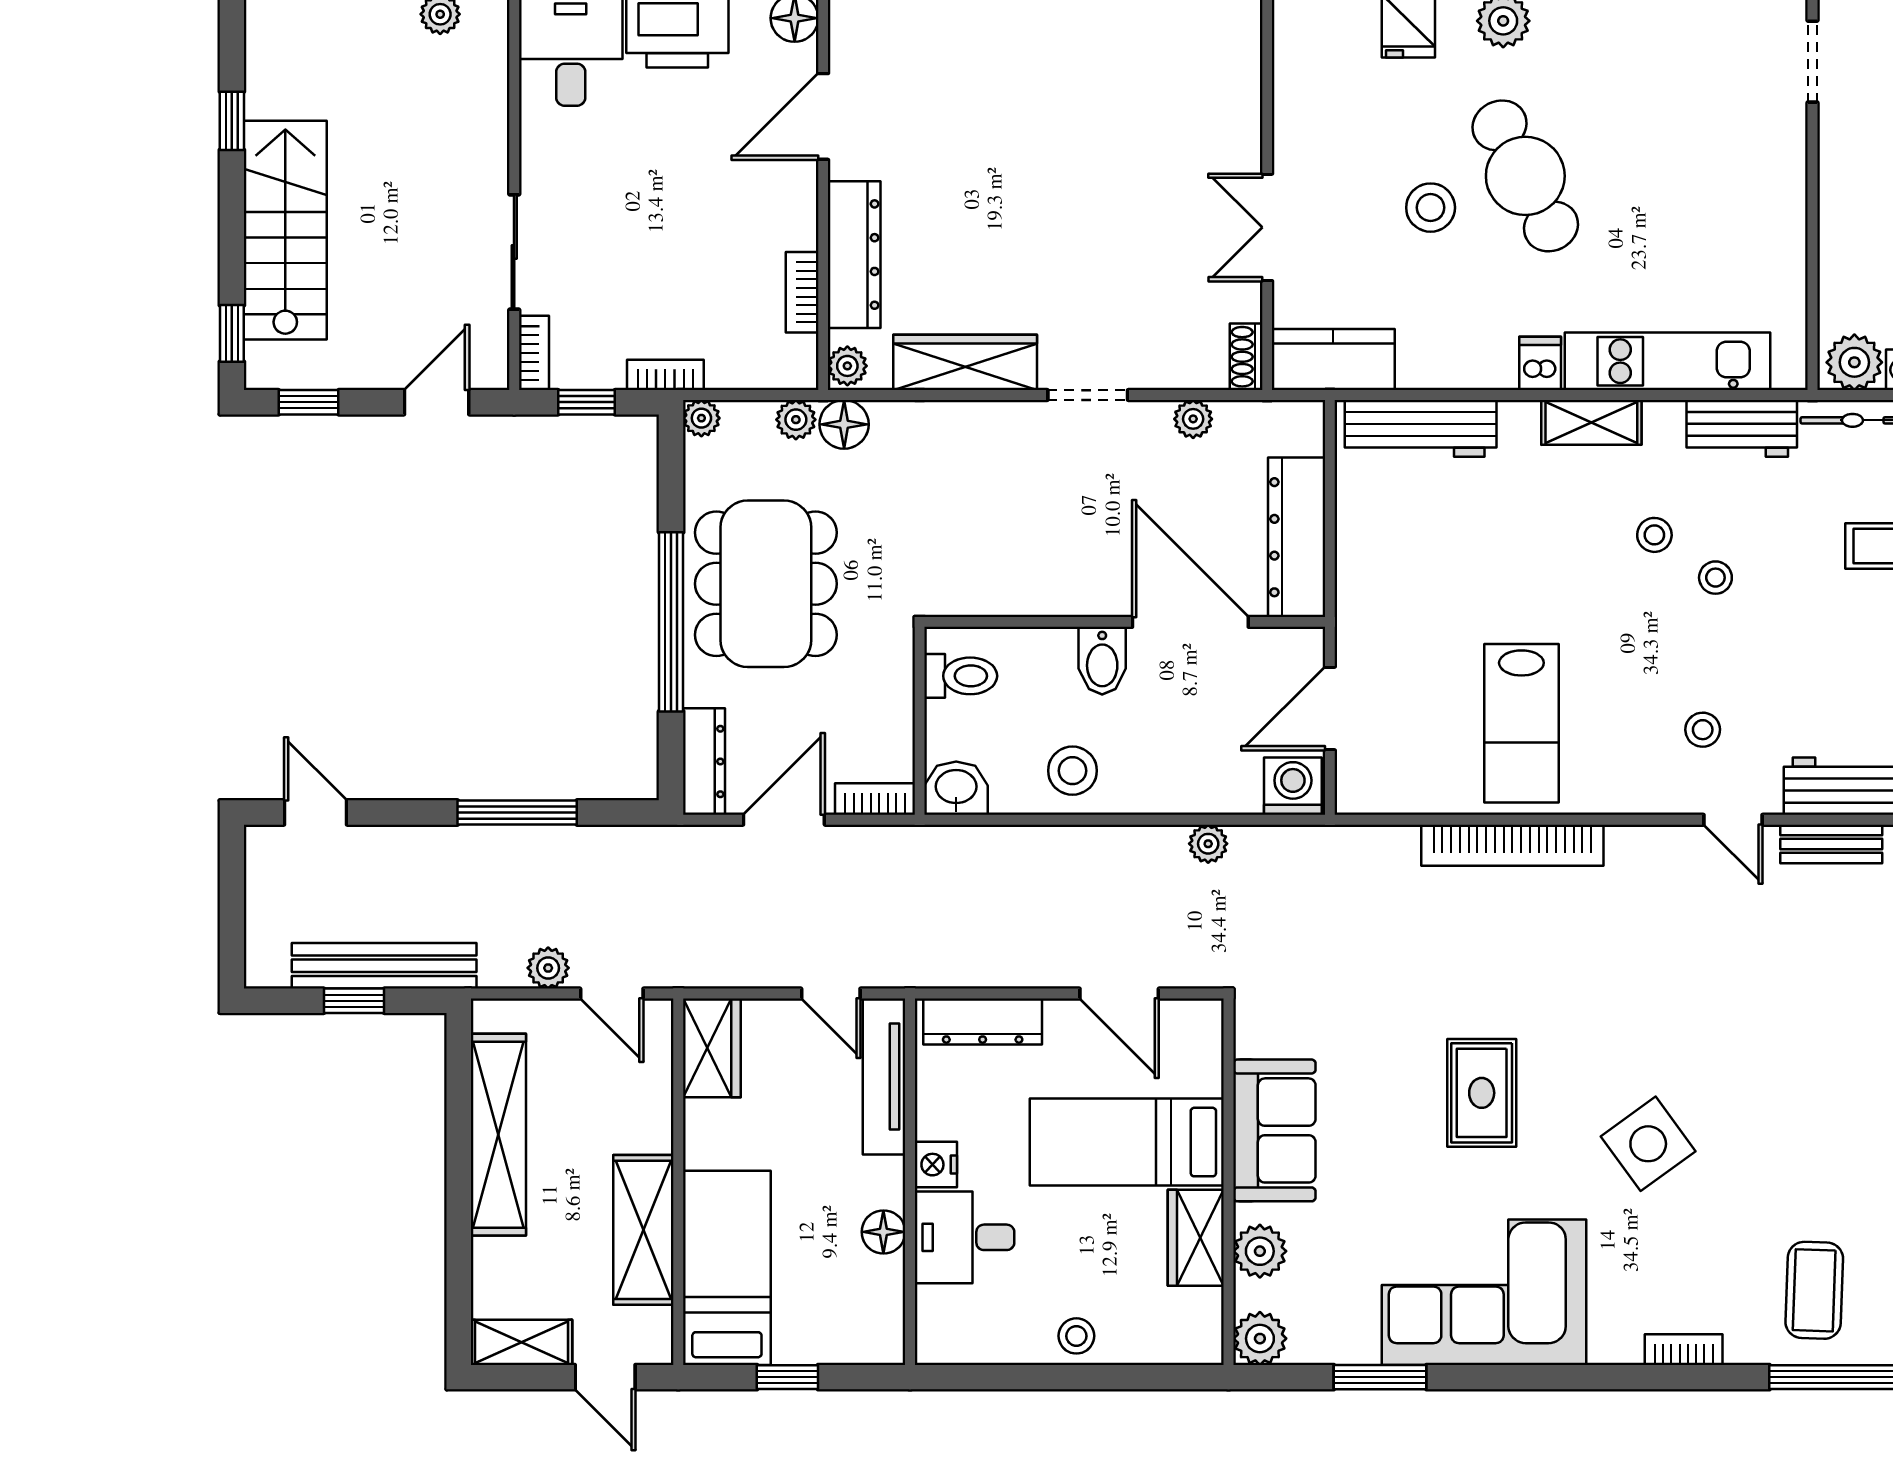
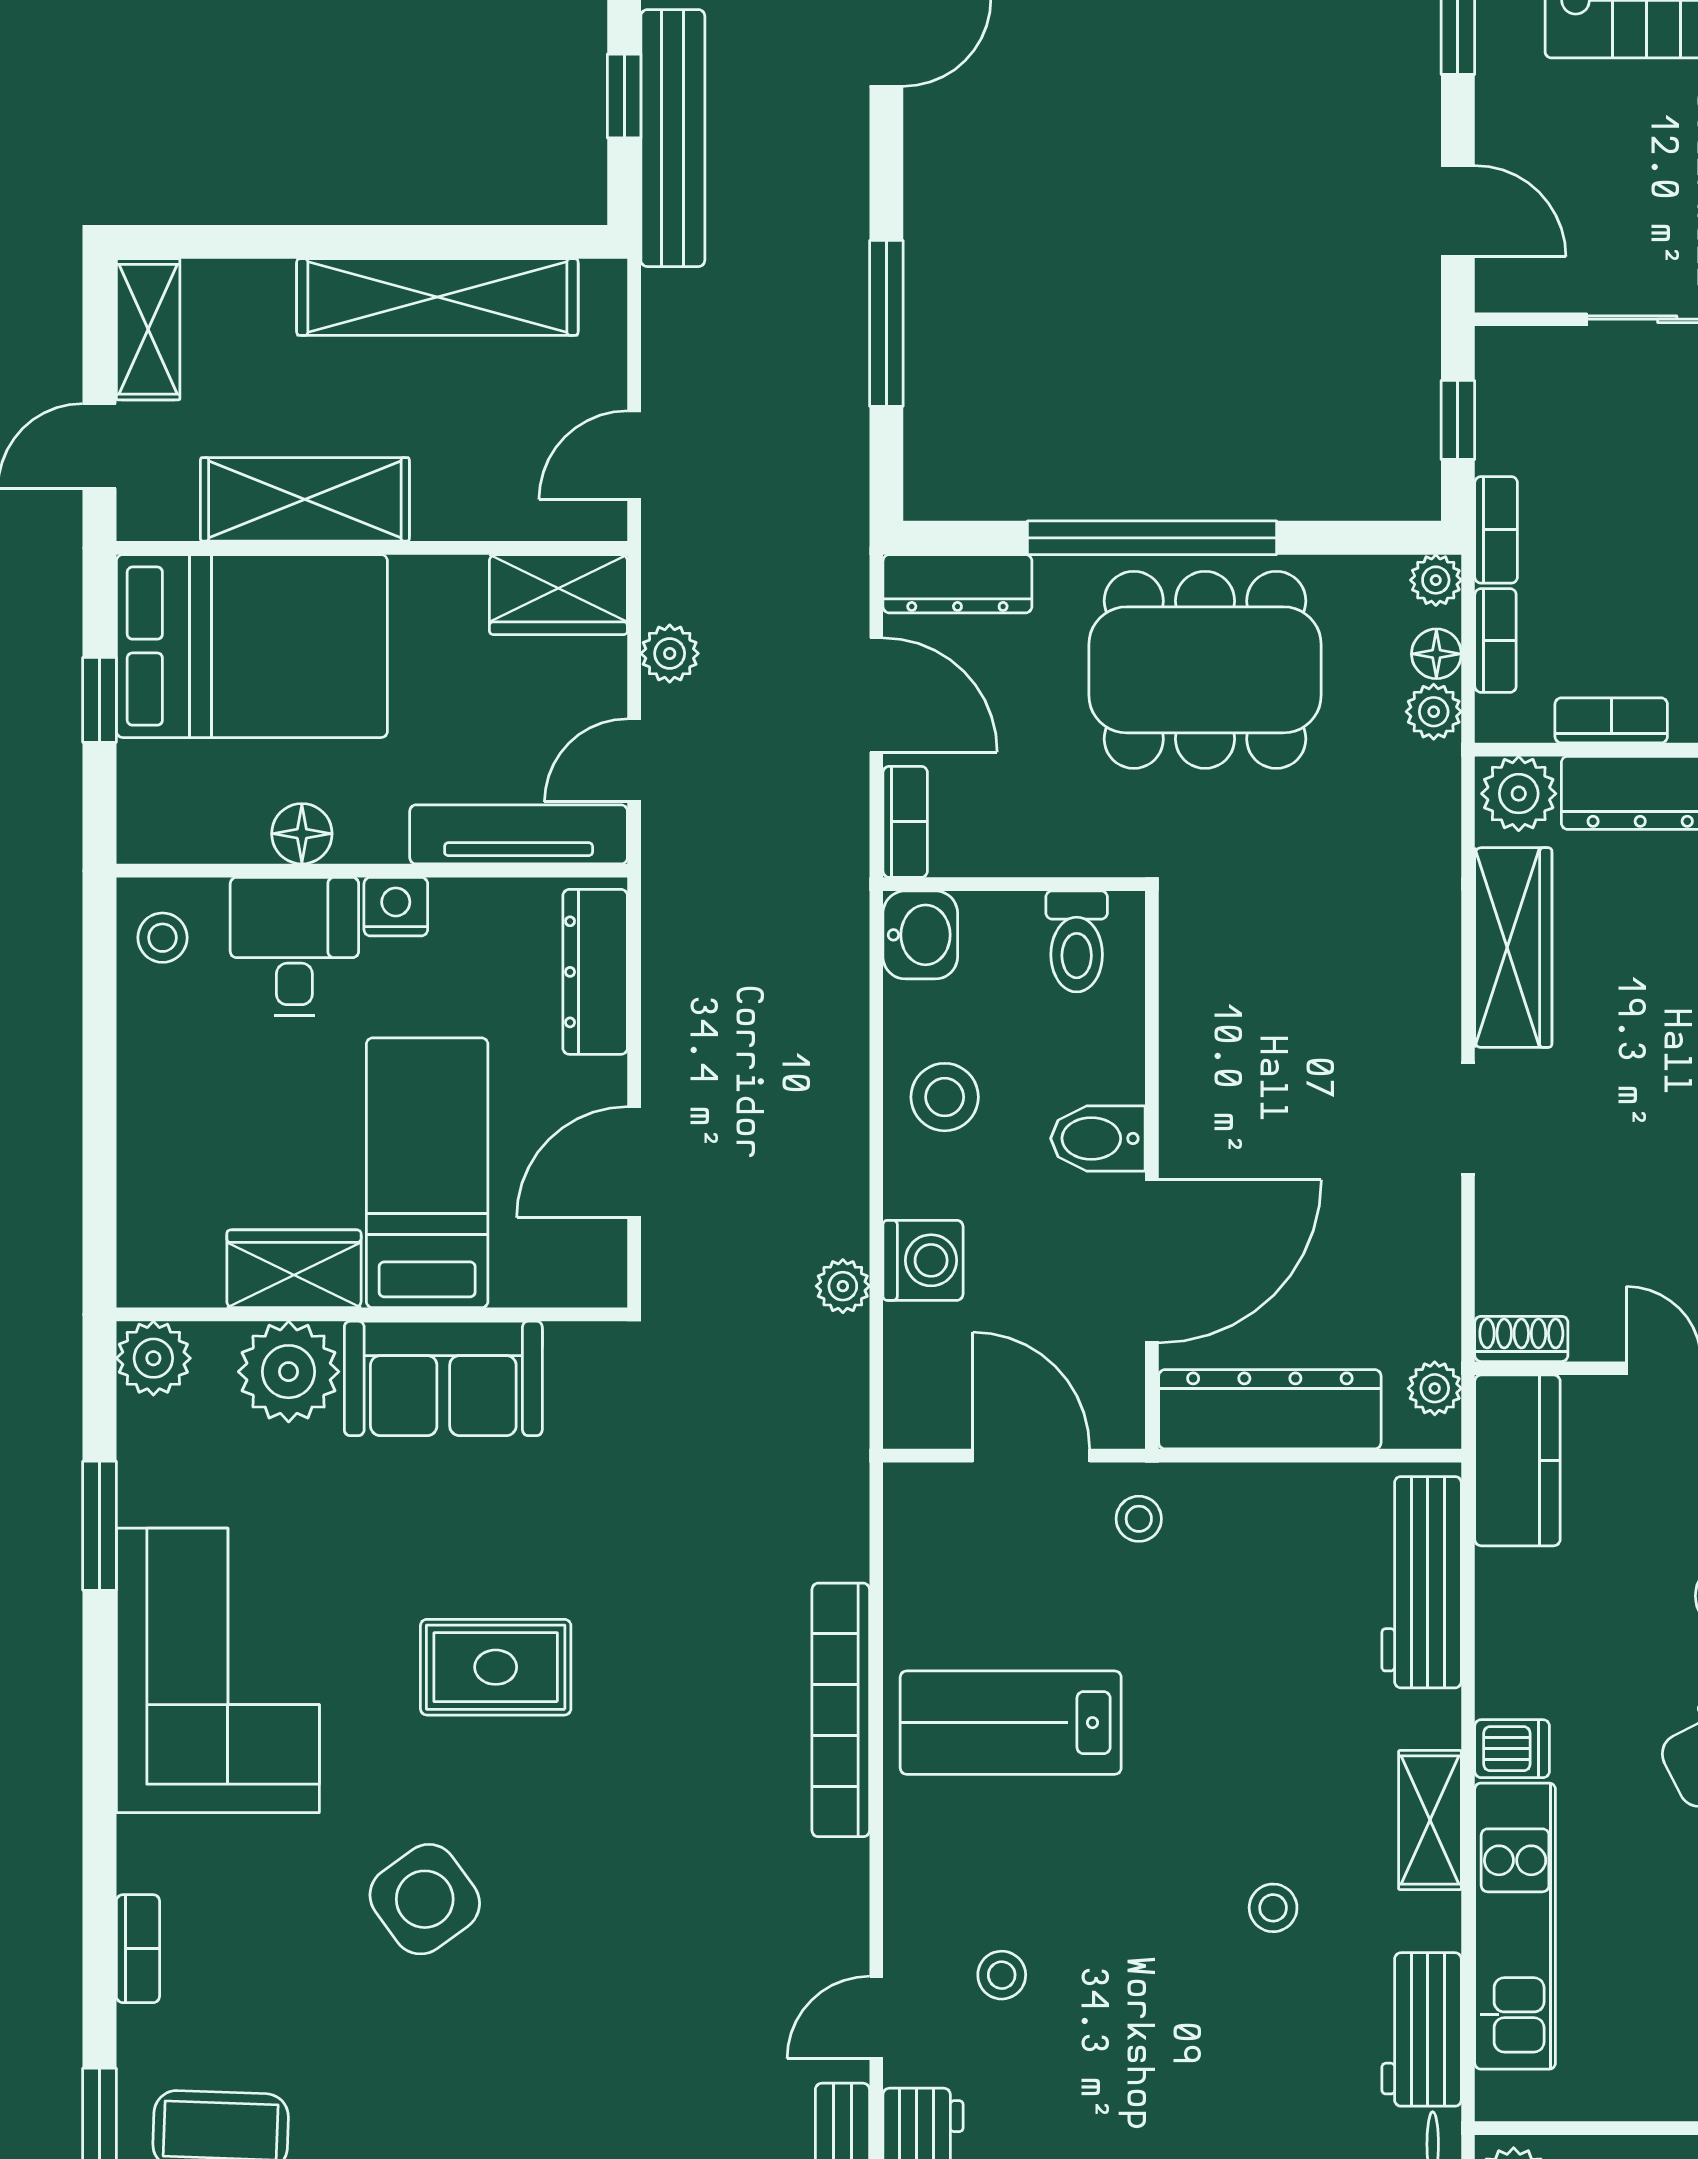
bookcase: (534, 353) -> (1495, 640), moved, turned -90
plant: (847, 366) -> (1519, 794), width x1.38, depth x1.38
plant: (1193, 419) -> (1435, 1388), moved
floor lamp: (844, 424) -> (1436, 654), moved, width x0.73, depth x0.73
stool: (1715, 578) -> (1139, 1519), moved
washing machine: (1293, 786) -> (923, 1260), moved
plant: (548, 968) -> (670, 653), moved
plant: (1260, 1251) -> (289, 1372), width x1.36, depth x1.36
bed: (727, 1268) -> (252, 646), width x1.50
stool: (1076, 1336) -> (162, 938), moved

